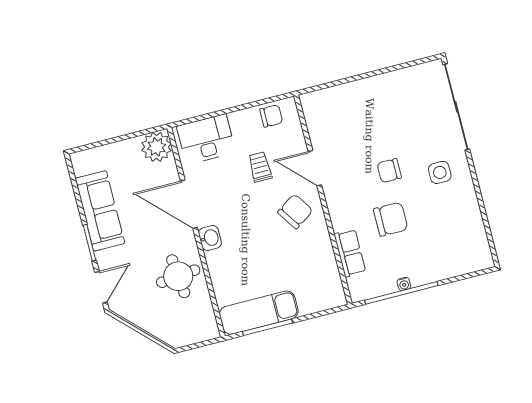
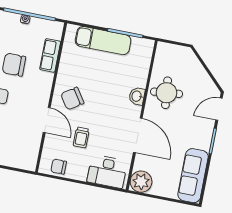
sofa: (100, 211) -> (193, 176), moved
washbasin: (210, 238) -> (137, 96), moved
exam couch: (259, 313) -> (103, 41), moved

